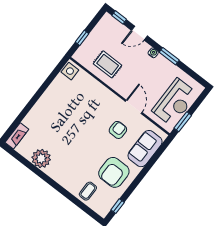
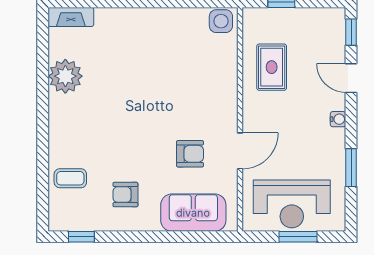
window: (169, 56) -> (351, 168), moved
window: (183, 122) -> (298, 237), moved
armchair: (114, 172) -> (125, 195), width x0.53, depth x0.53

